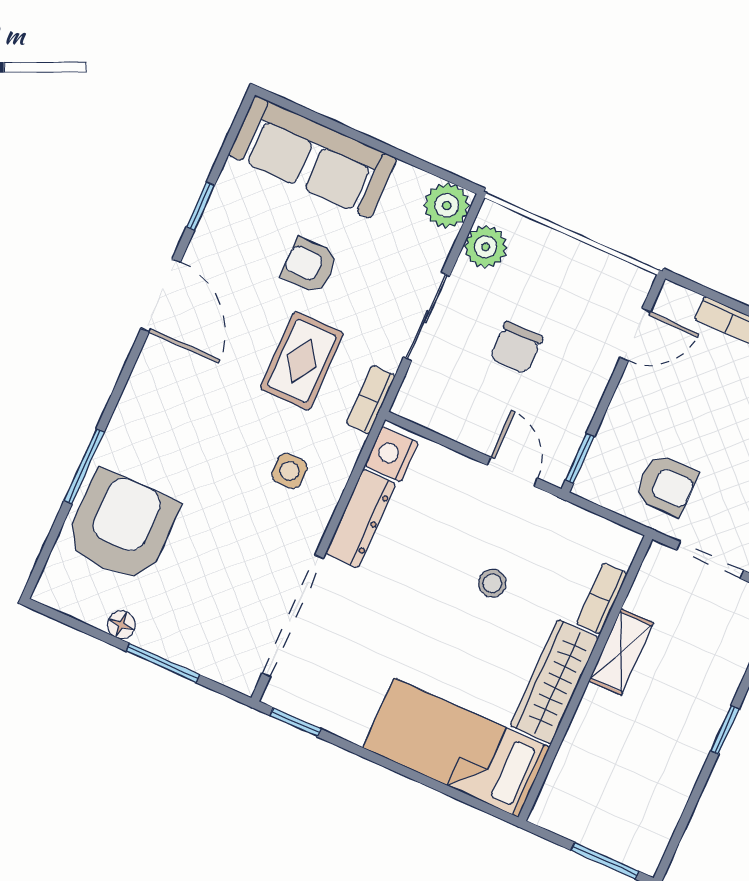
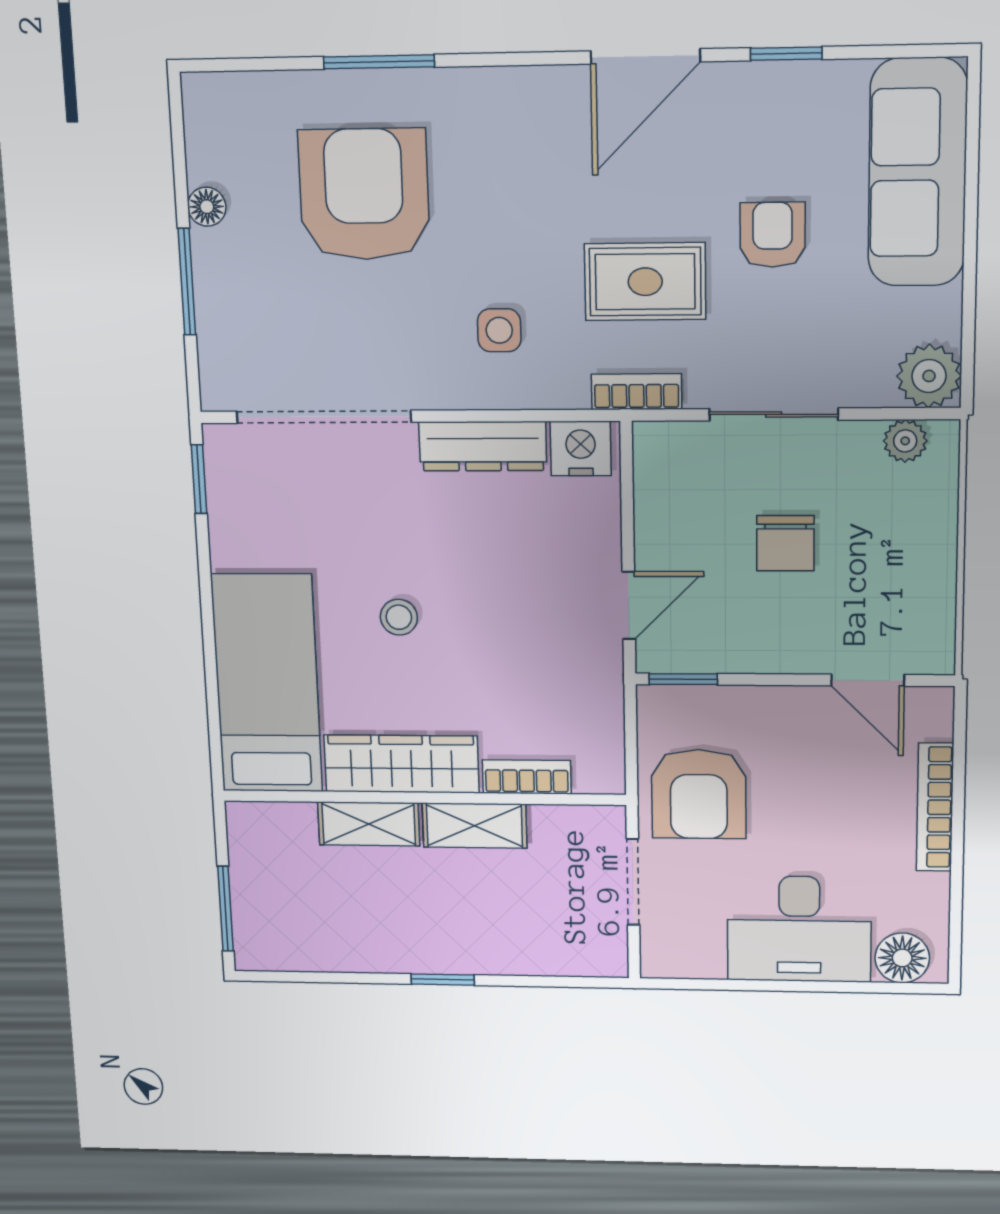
plant: (486, 247) -> (905, 441), width x0.73, depth x0.73
chair: (516, 348) -> (785, 543), turned -90
armchair: (666, 485) -> (699, 794), width x1.38, depth x1.38
armchair: (122, 526) -> (364, 194), moved, turned -90
stool: (492, 583) -> (399, 617), moved
shelving: (587, 726) -> (369, 824), added

